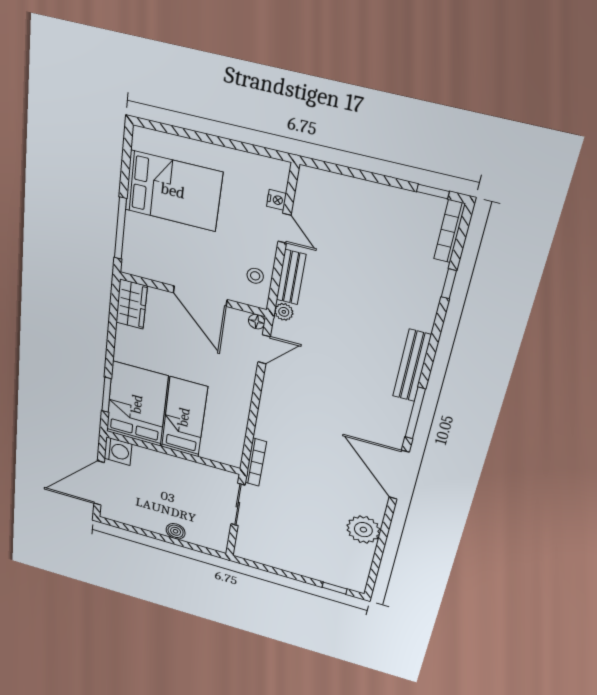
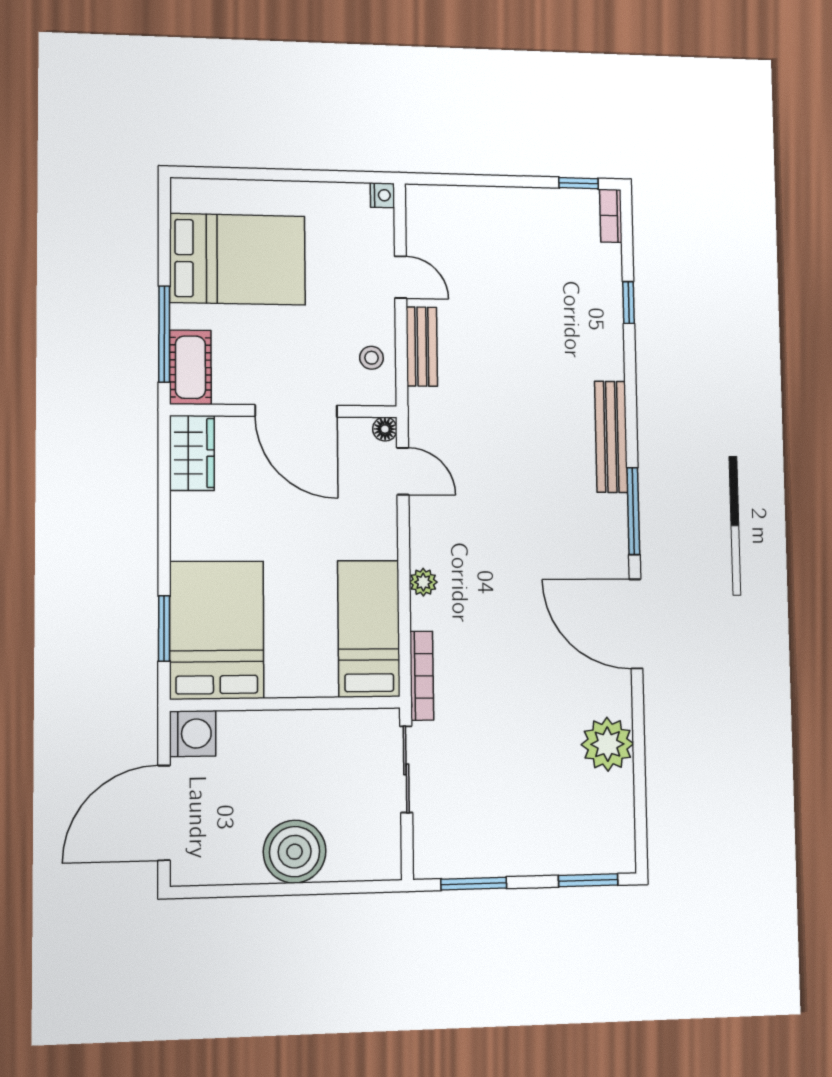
nightstand: (276, 200) -> (382, 195), moved
bookcase: (449, 231) -> (611, 216), width x0.64
cot: (135, 253) -> (190, 367), added
plant: (284, 312) -> (423, 582), moved
door: (264, 349) -> (403, 471), hinge flipped
bed: (184, 417) -> (369, 629), moved
boiler: (176, 531) -> (295, 852), width x1.86, depth x1.86
window: (267, 568) -> (474, 884), added
window: (335, 588) -> (588, 880), width x1.50

